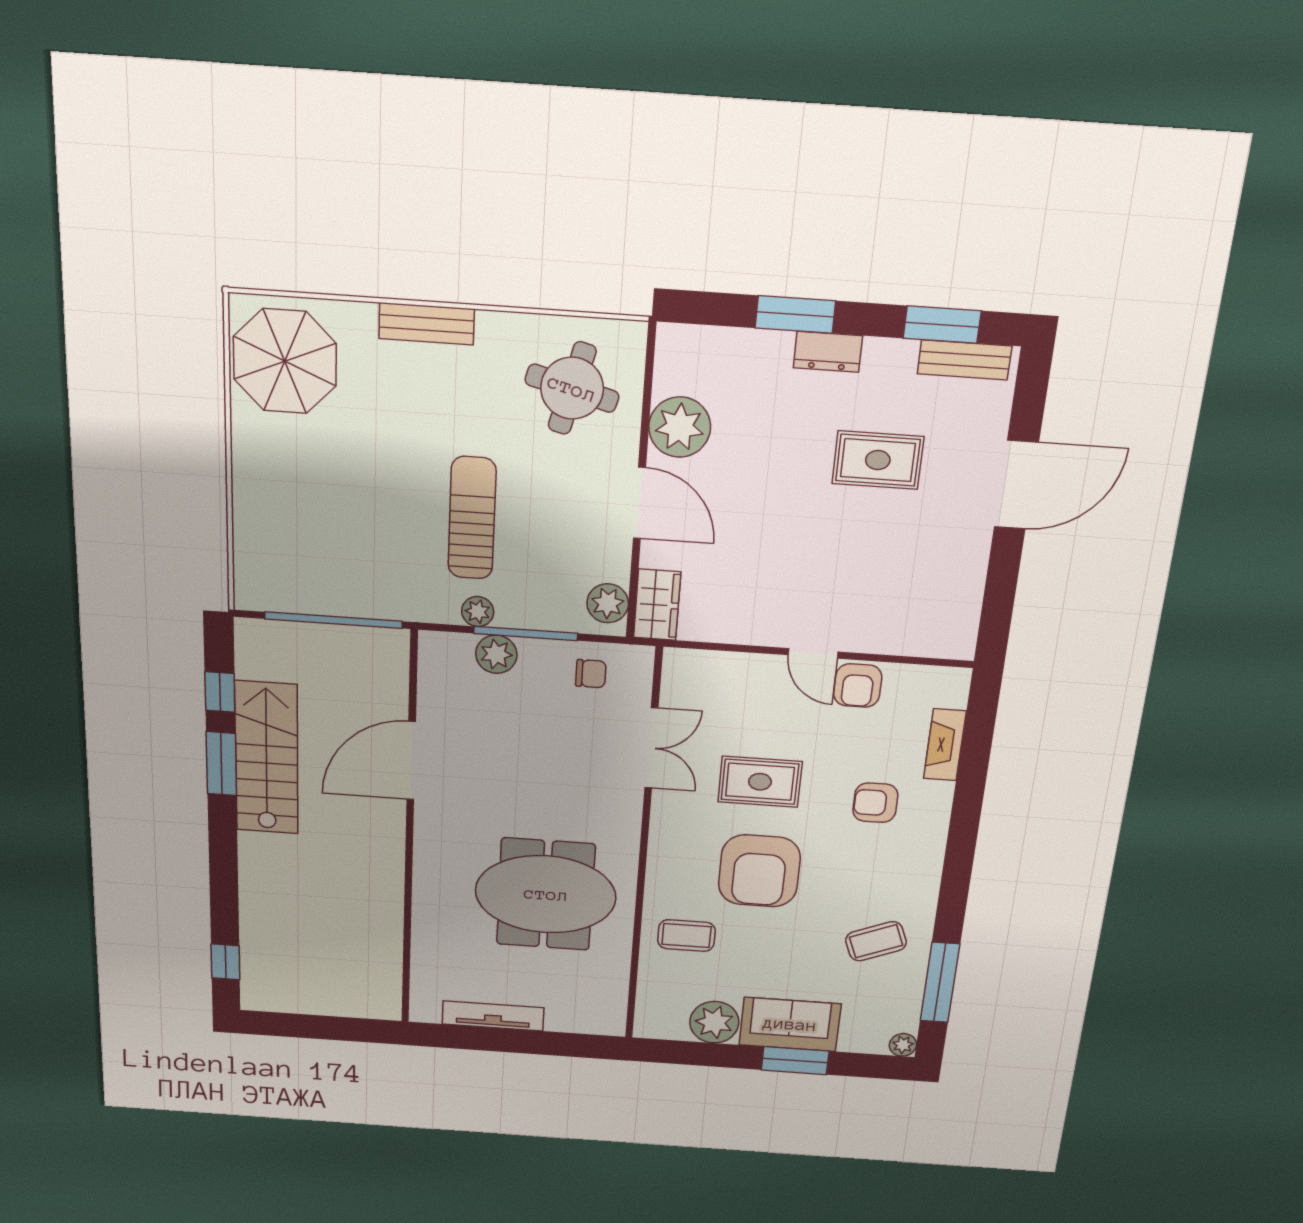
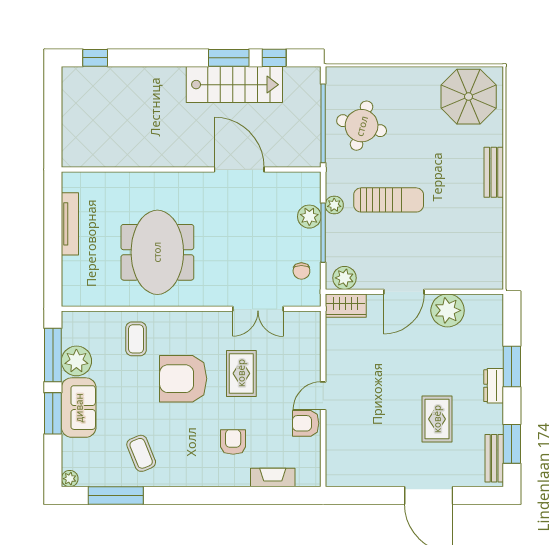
round table: (572, 388) -> (362, 126), moved
window: (702, 1054) -> (53, 355), added

